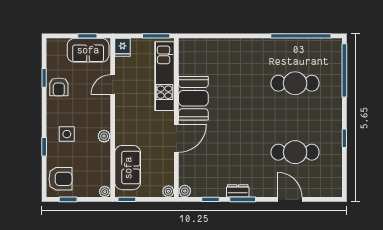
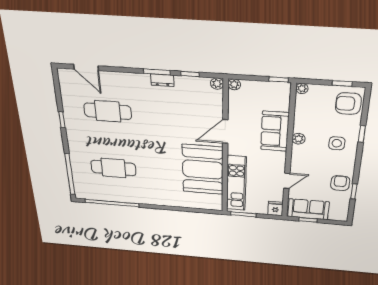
booth: (193, 98) -> (203, 170), width x1.36, depth x1.42
sofa: (128, 168) -> (275, 131), moved
door: (290, 199) -> (86, 67), moved

